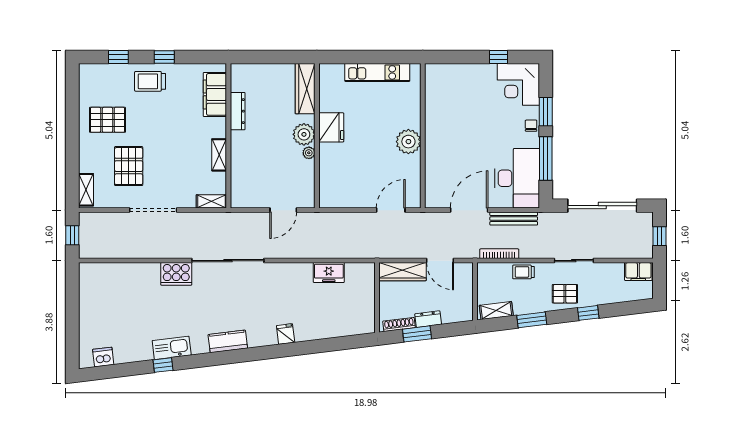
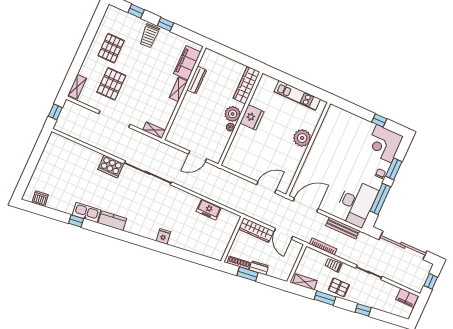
trolley: (150, 81) -> (149, 36), turned -93
pallet: (107, 120) -> (111, 48), turned 90
plant: (408, 142) -> (302, 138), moved
shelving: (219, 155) -> (178, 89), moved
door: (469, 210) -> (306, 205), moved
pallet: (565, 294) -> (339, 287), moved
kitchen counter: (228, 341) -> (112, 221), moved

